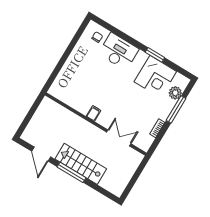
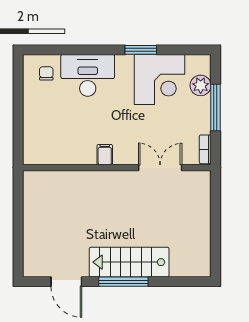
filing cabinet: (94, 113) -> (105, 155), moved
wall: (96, 124) -> (117, 168), moved
double door: (119, 138) -> (160, 168), moved

